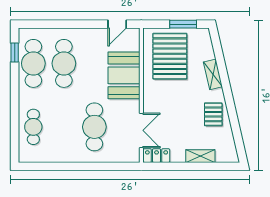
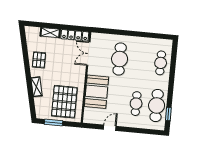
door: (117, 24) -> (110, 128), moved
cafe table: (64, 63) -> (136, 104), width x0.73, depth x0.74
locker: (157, 156) -> (75, 35), width x1.53

